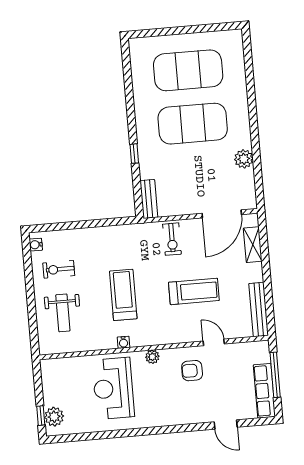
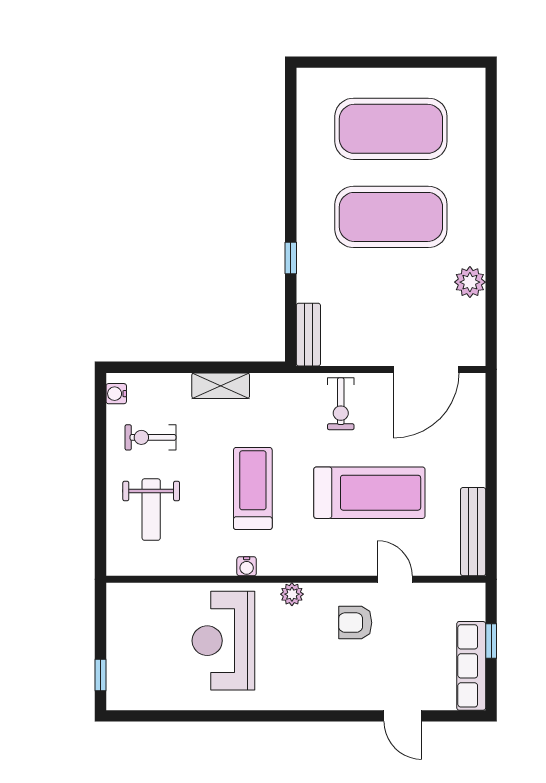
shelving: (253, 245) -> (221, 386), moved, turned 90
treadmill: (194, 291) -> (369, 493), width x1.37, depth x1.38
window: (275, 375) -> (491, 641), width x0.46
plant: (54, 417) -> (122, 679), removed

